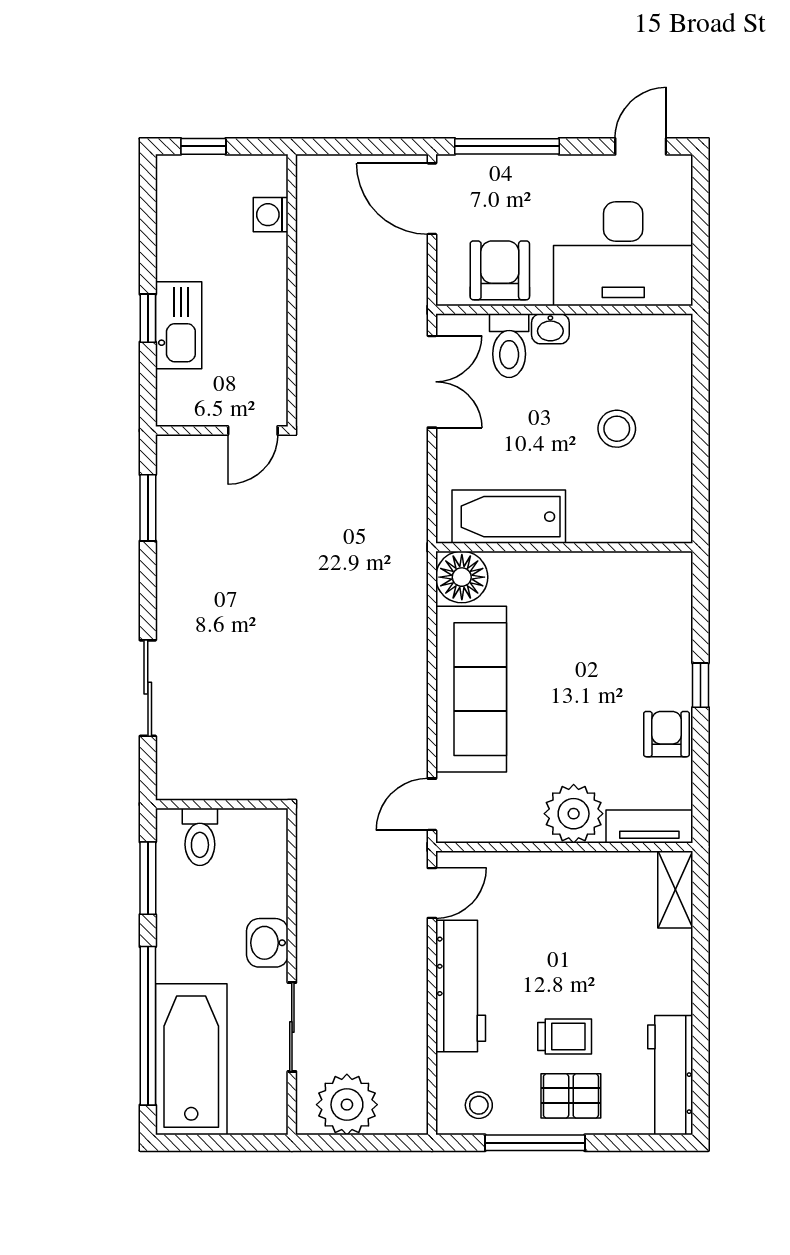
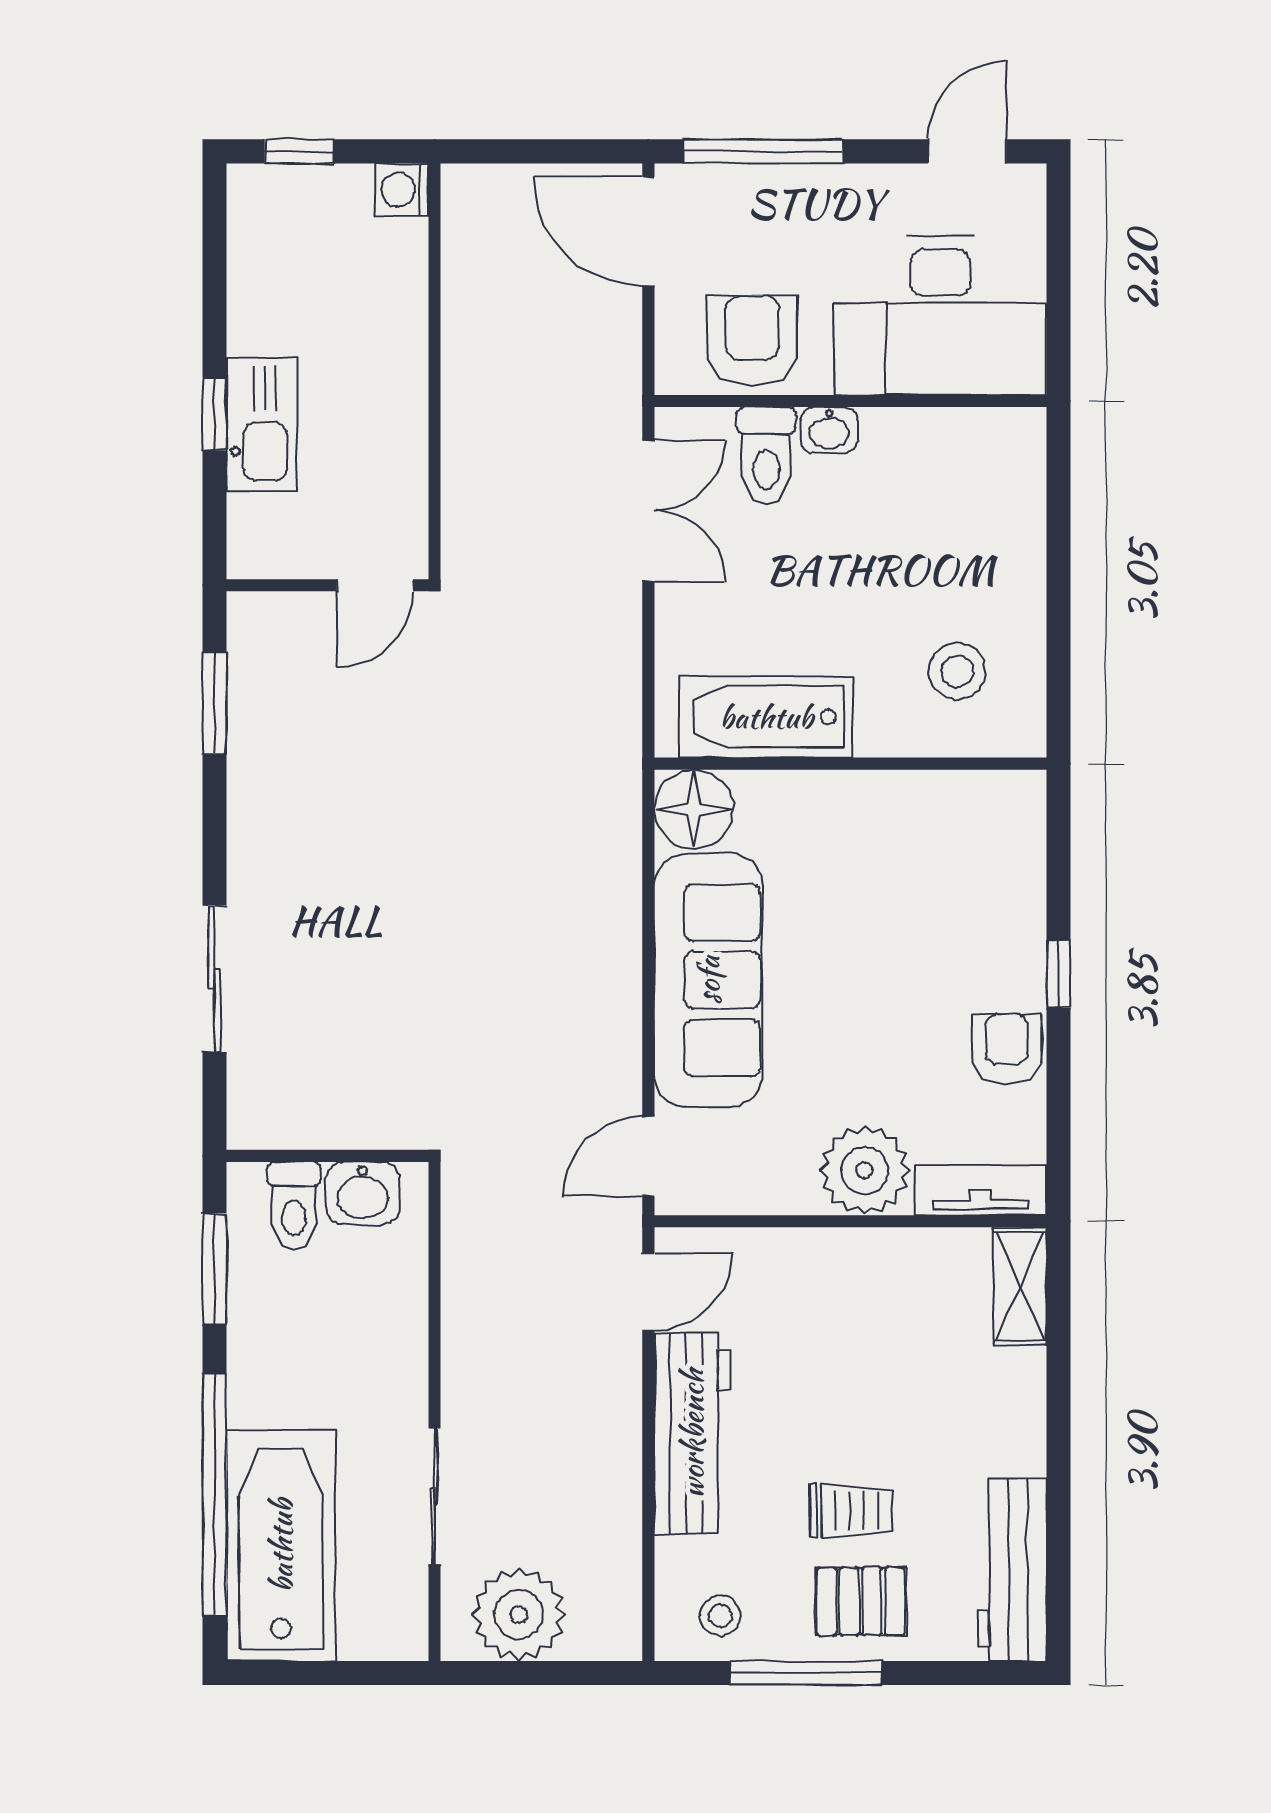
washing machine: (271, 215) -> (402, 190), moved
stool: (617, 429) -> (957, 671), moved
washbasin: (267, 943) -> (363, 1193), moved, turned -90

